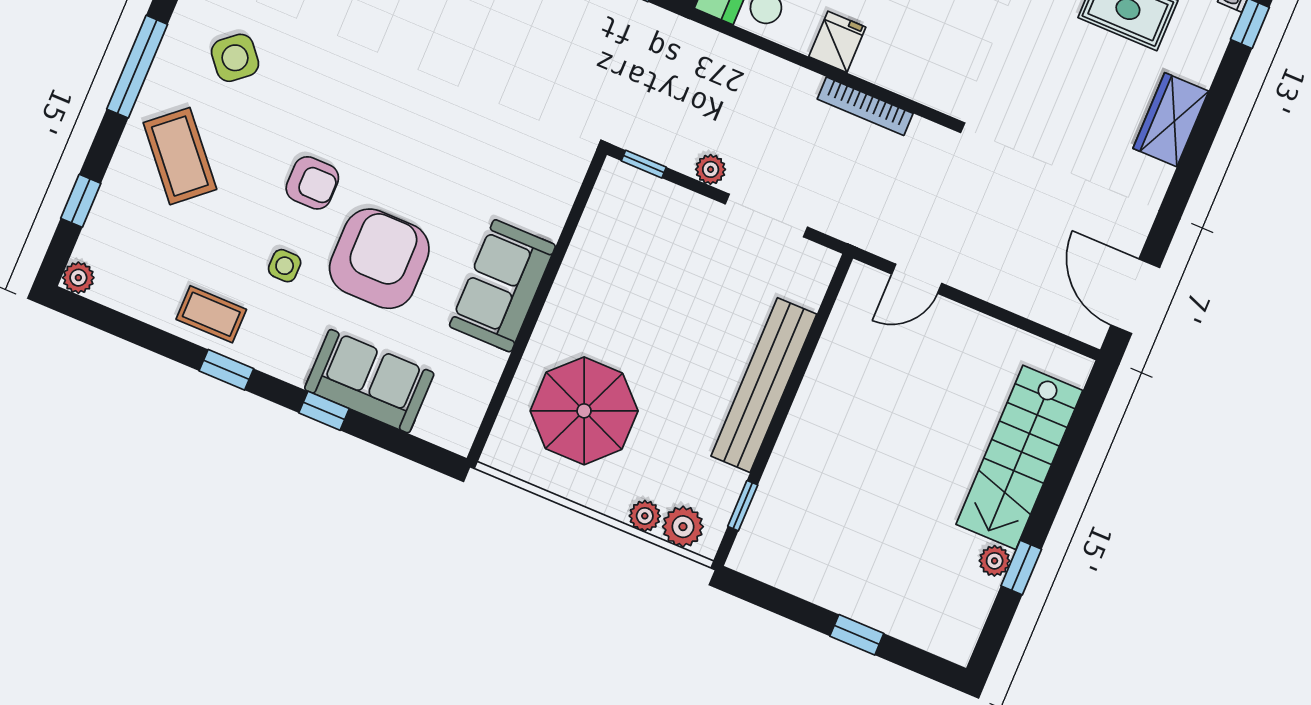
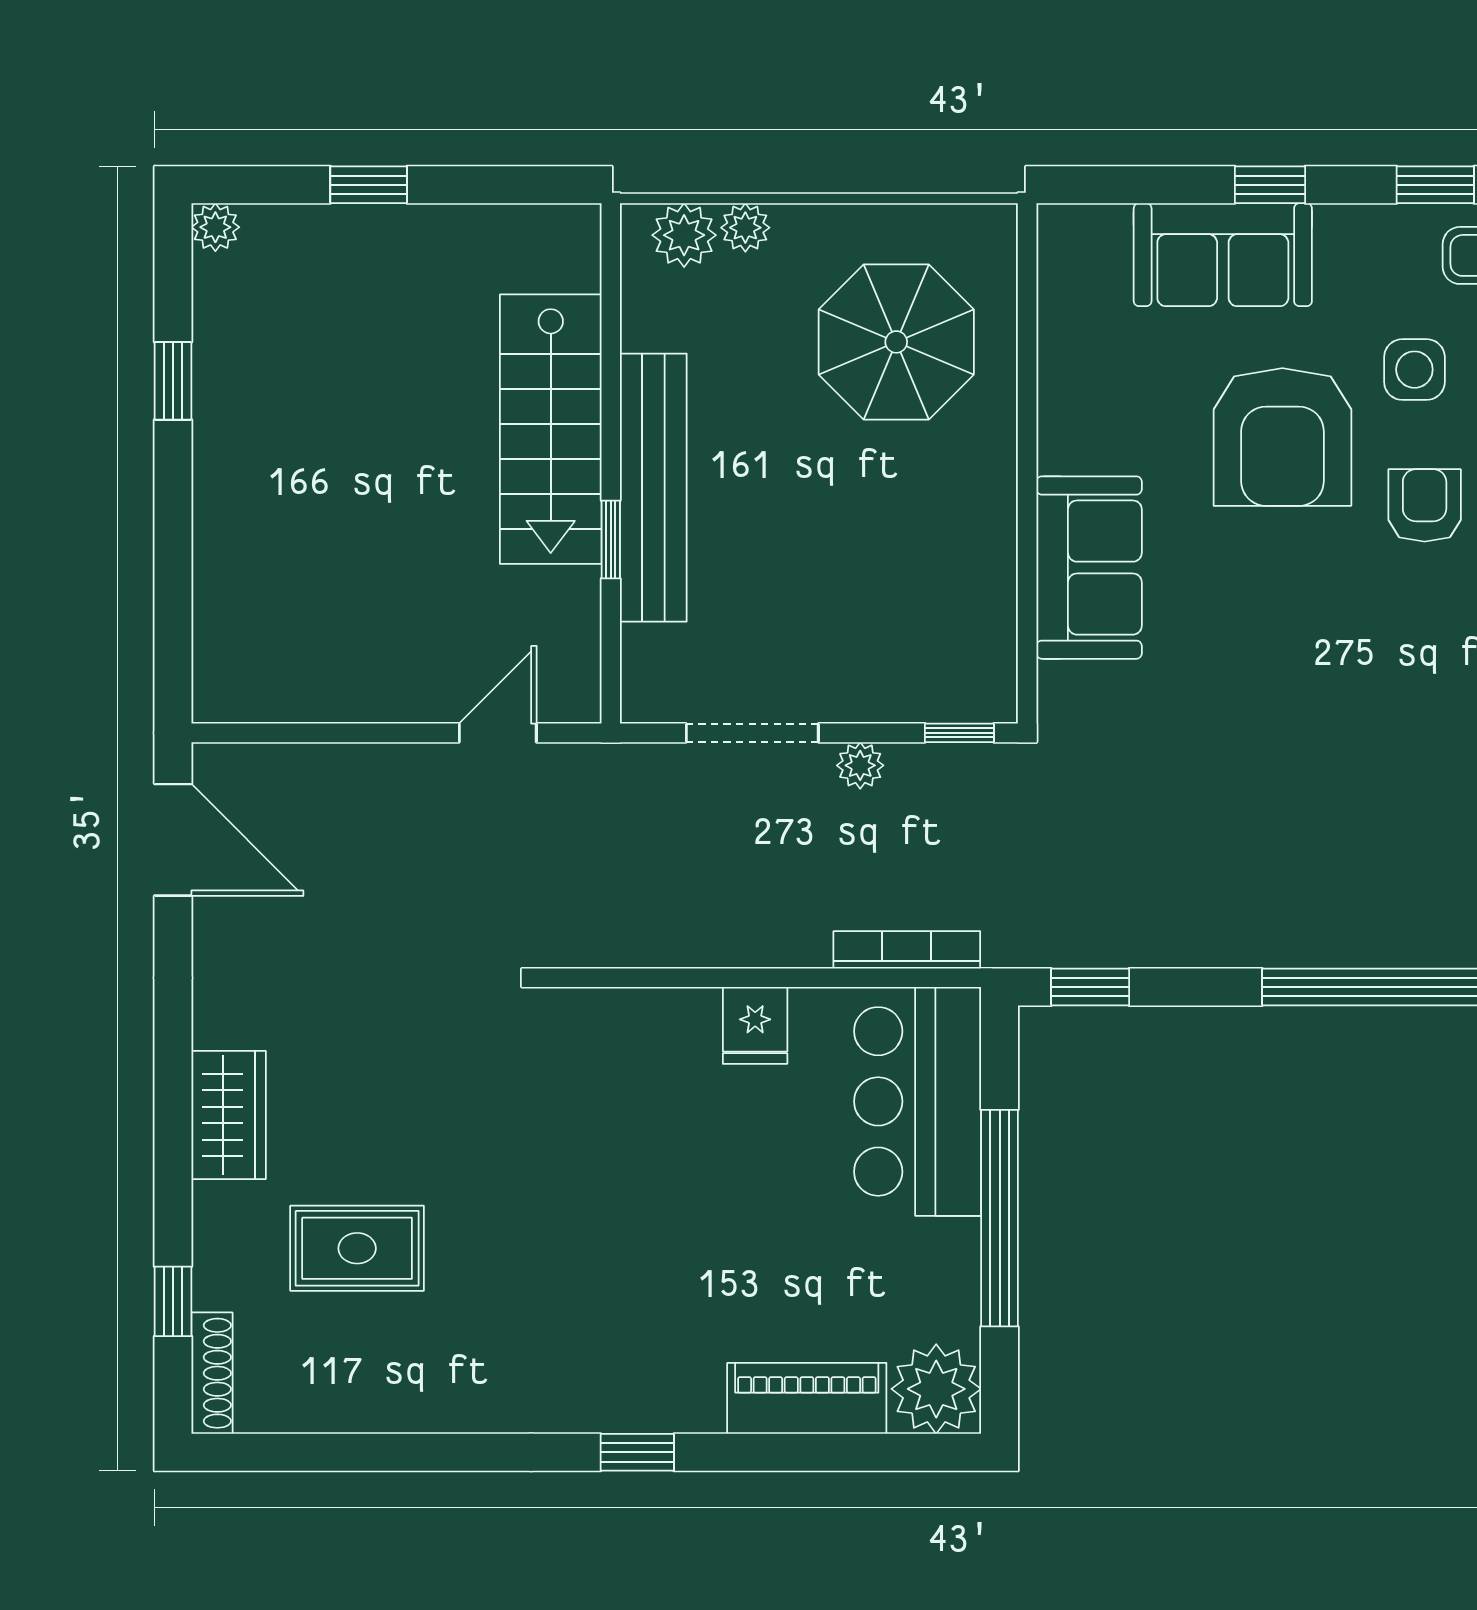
bookcase: (865, 106) -> (907, 950), moved
armchair: (312, 183) -> (1425, 505), turned 90
side table: (285, 266) -> (1414, 370), width x1.37, depth x1.37
sofa: (502, 286) -> (1089, 568), moved
stairs: (1019, 457) -> (551, 429), moved, turned 180
window: (743, 506) -> (611, 539), moved
plant: (995, 561) -> (215, 227), moved

